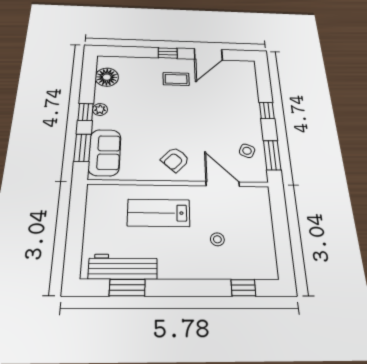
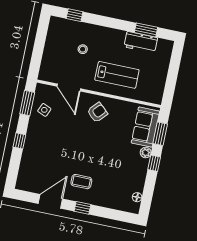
floor lamp: (107, 77) -> (137, 197), width x0.53, depth x0.53
plant: (100, 109) -> (146, 153), moved
workbench: (123, 267) -> (141, 42), width x0.73

